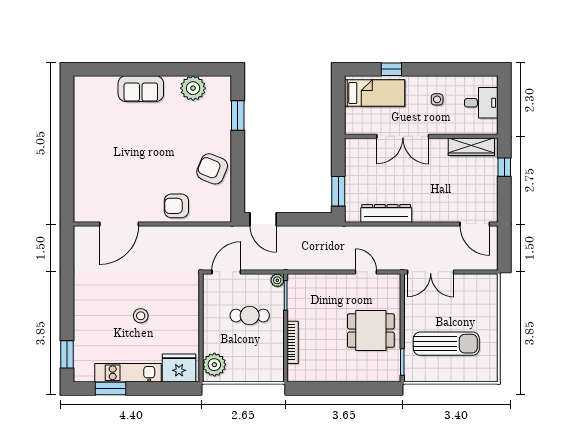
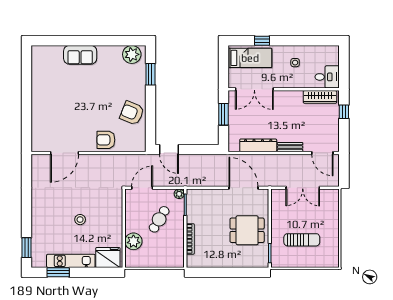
plant: (193, 88) -> (132, 54), moved
desk: (481, 103) -> (327, 77), moved
double door: (403, 136) -> (254, 89), moved
window: (338, 191) -> (223, 114), moved
bench: (430, 216) -> (290, 147), added
door: (366, 272) -> (243, 188), width x1.88
double door: (431, 272) -> (303, 188), moved
cafe table: (250, 315) -> (159, 219), turned -59
sun lounger: (446, 344) -> (302, 240), width x0.73, depth x0.75
plant: (214, 365) -> (133, 241), moved

